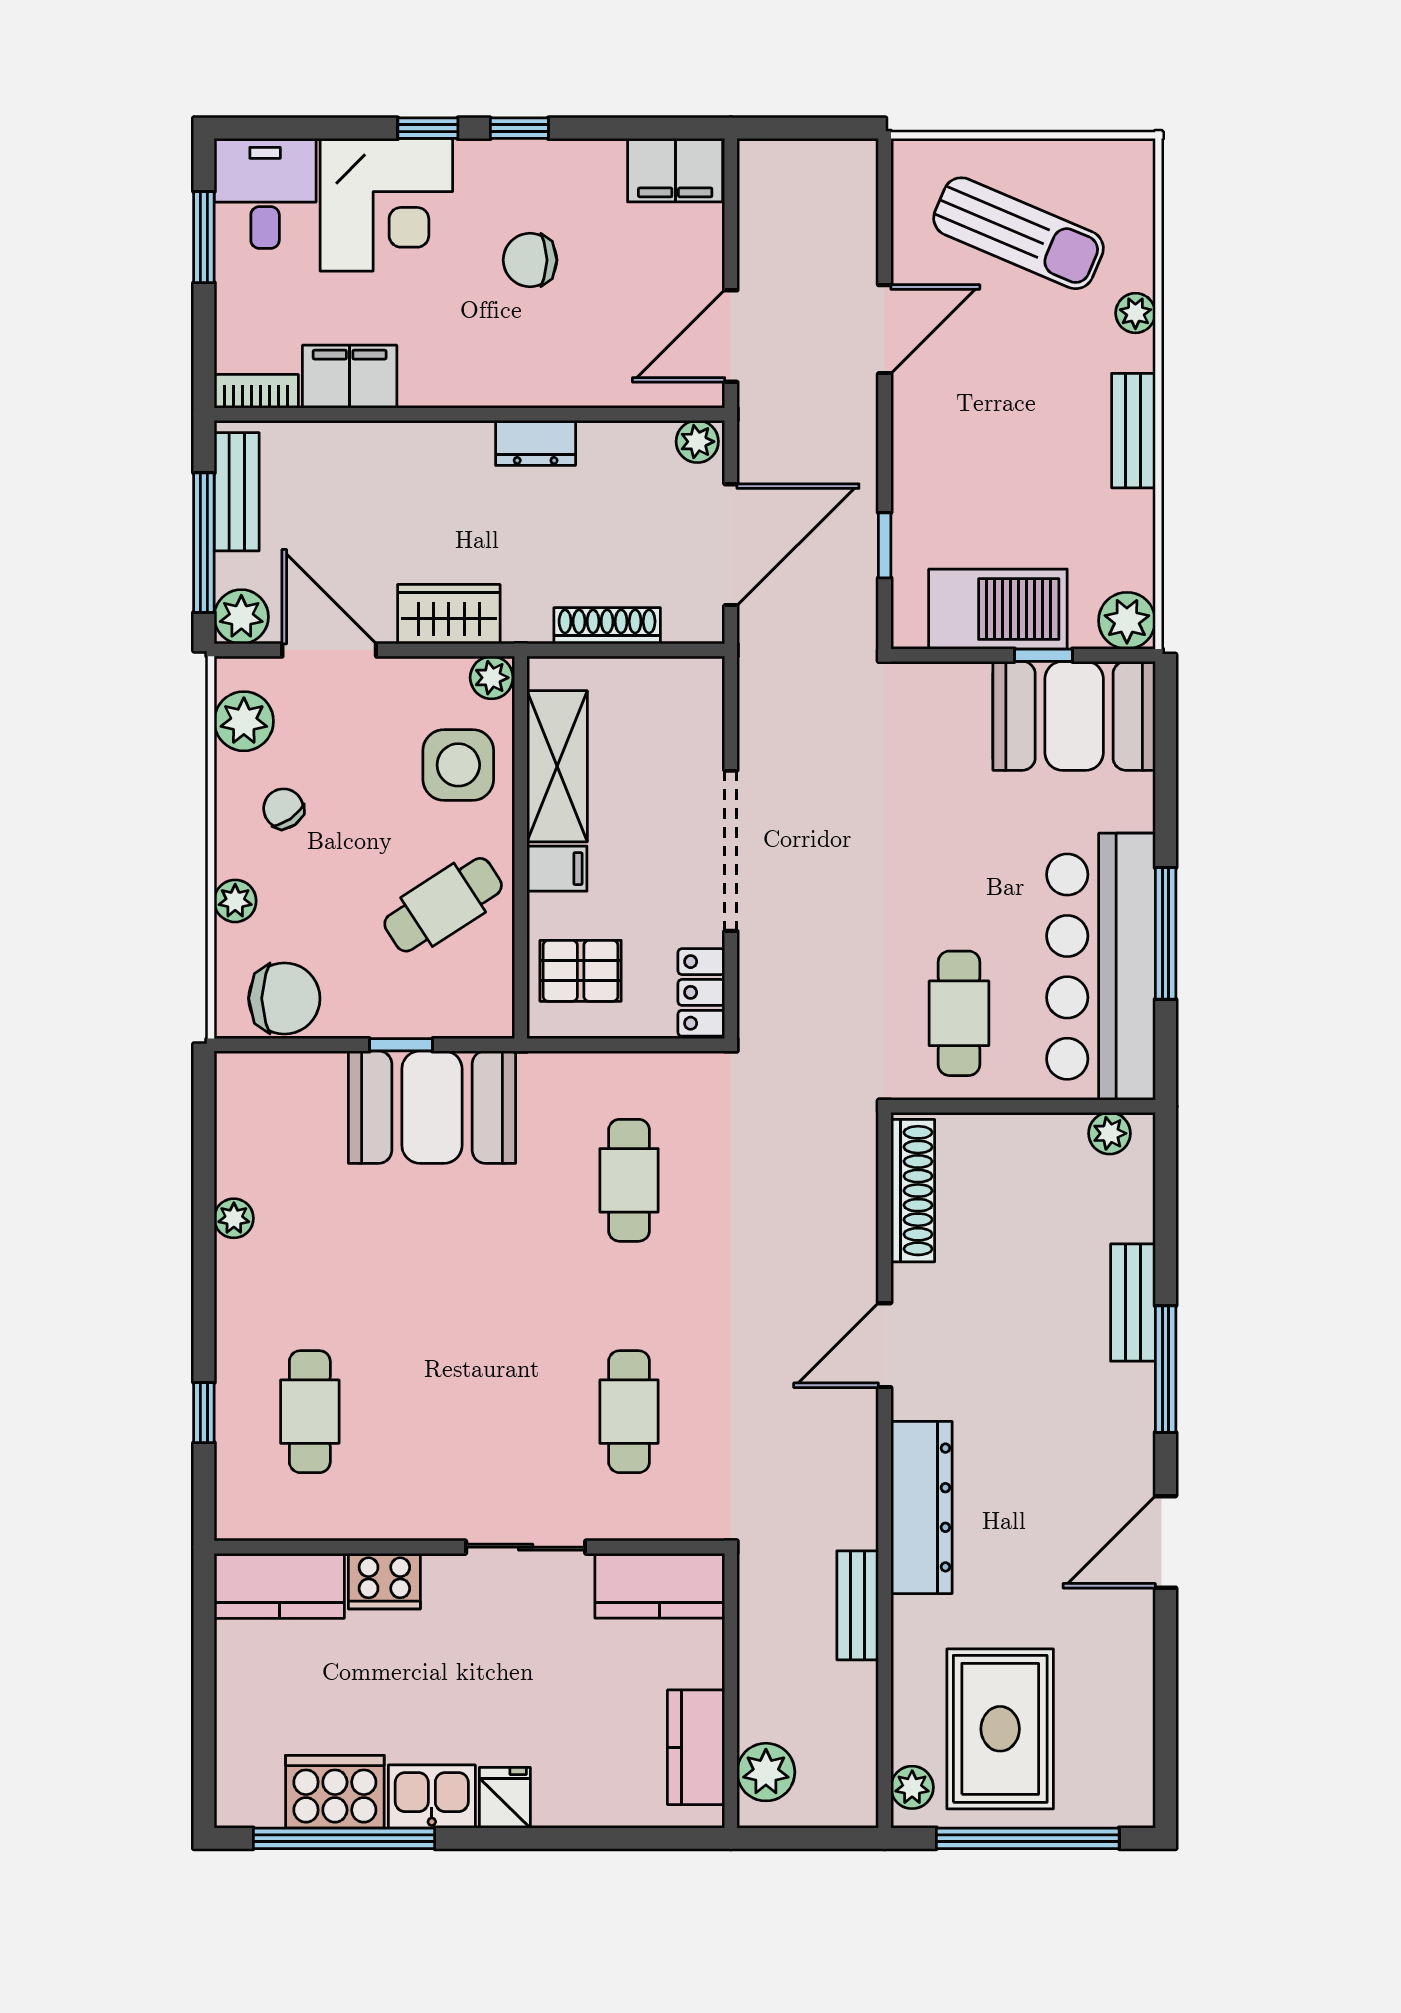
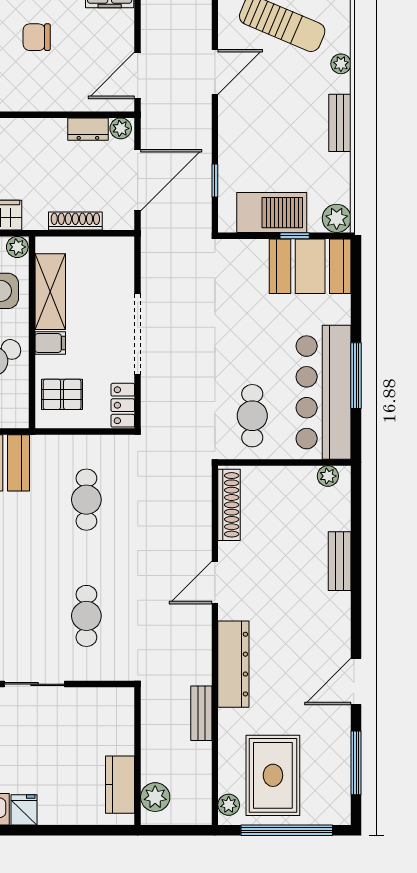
dresser: (536, 443) -> (88, 129), moved
window: (1166, 1369) -> (356, 763), moved
kitchen counter: (660, 1586) -> (102, 703), removed

